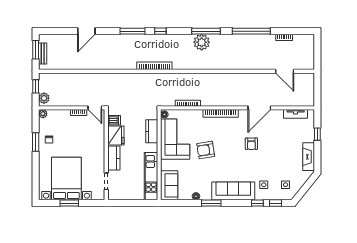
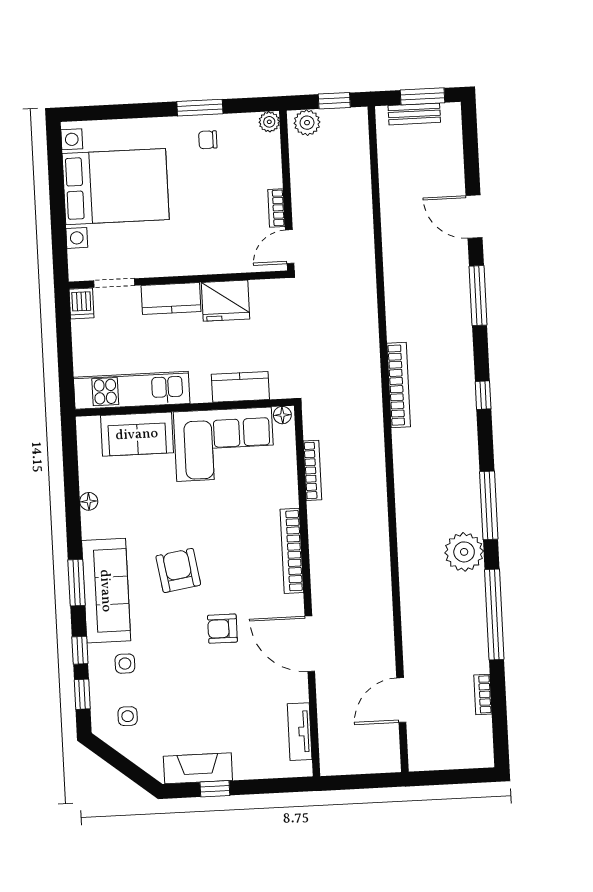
window: (133, 31) -> (478, 296), moved
plant: (202, 42) -> (464, 552), moved
dishwasher: (114, 120) -> (81, 303), moved
window: (317, 134) -> (215, 789), moved
armchair: (206, 150) -> (178, 570), moved
sofa: (169, 185) -> (137, 434), moved
window: (69, 203) -> (57, 196), removed
window: (211, 203) -> (76, 583), moved

